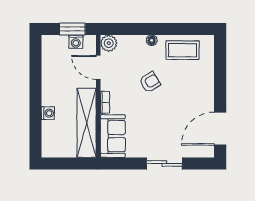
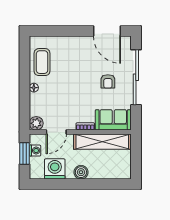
armchair: (150, 82) -> (108, 81), moved, turned -149
boiler: (50, 97) -> (81, 172), added
washing machine: (48, 113) -> (55, 169), moved, width x1.89, depth x1.89
sliding door: (164, 163) -> (136, 77), width x1.86

